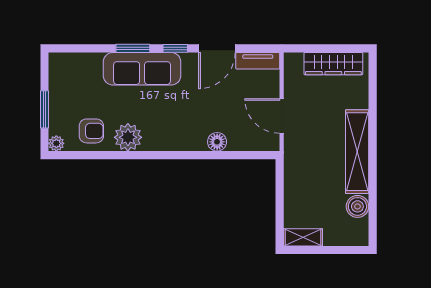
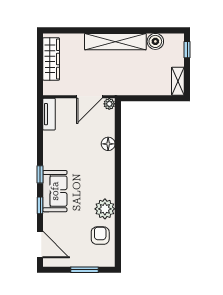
window: (133, 48) -> (40, 205), width x0.67
door: (217, 48) -> (40, 245), moved
sofa: (142, 69) -> (55, 191), width x0.73
plant: (56, 143) -> (109, 104), moved
window: (346, 250) -> (187, 50), added

